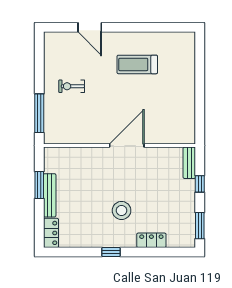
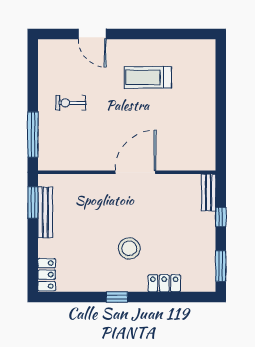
window: (39, 185) -> (33, 203), moved
bench: (50, 195) -> (45, 212), moved

